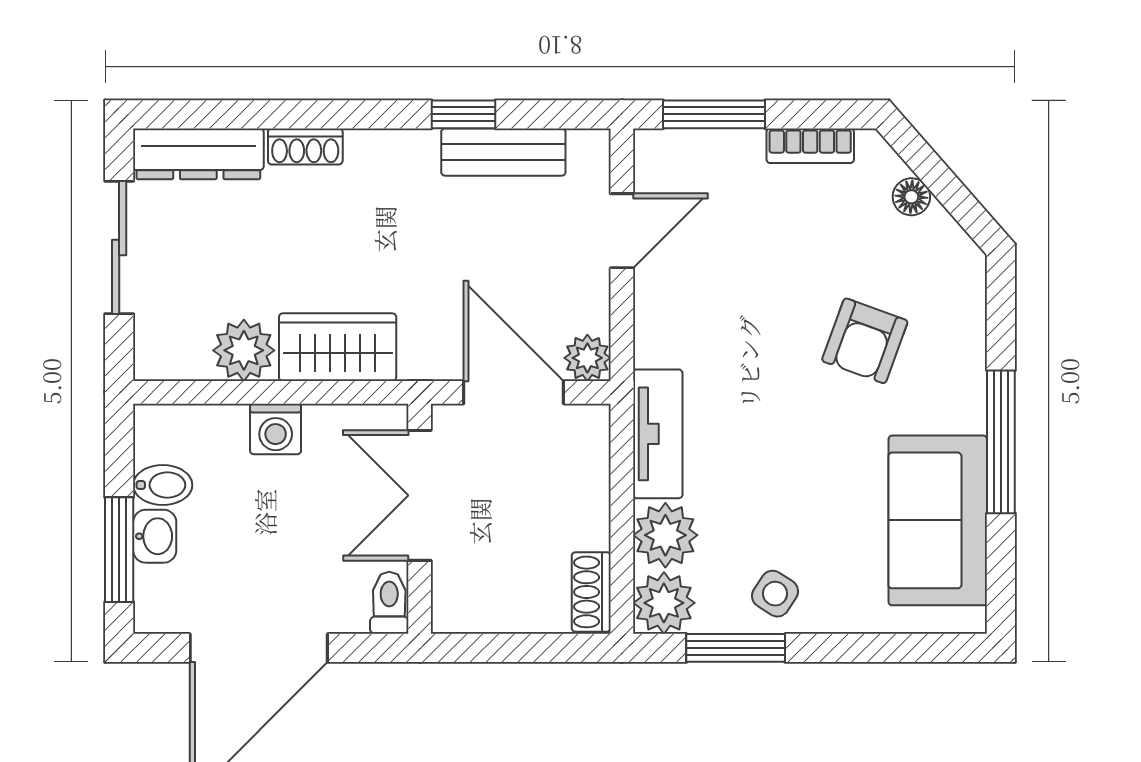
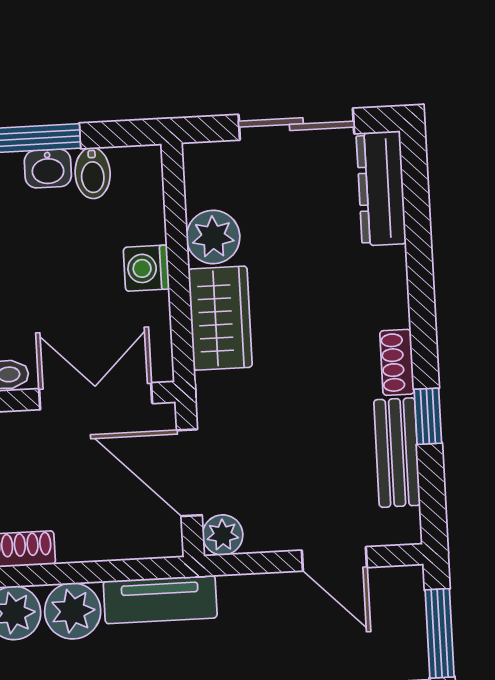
shoe rack: (305, 146) -> (397, 362), moved
door: (514, 392) -> (189, 473), swing flipped

